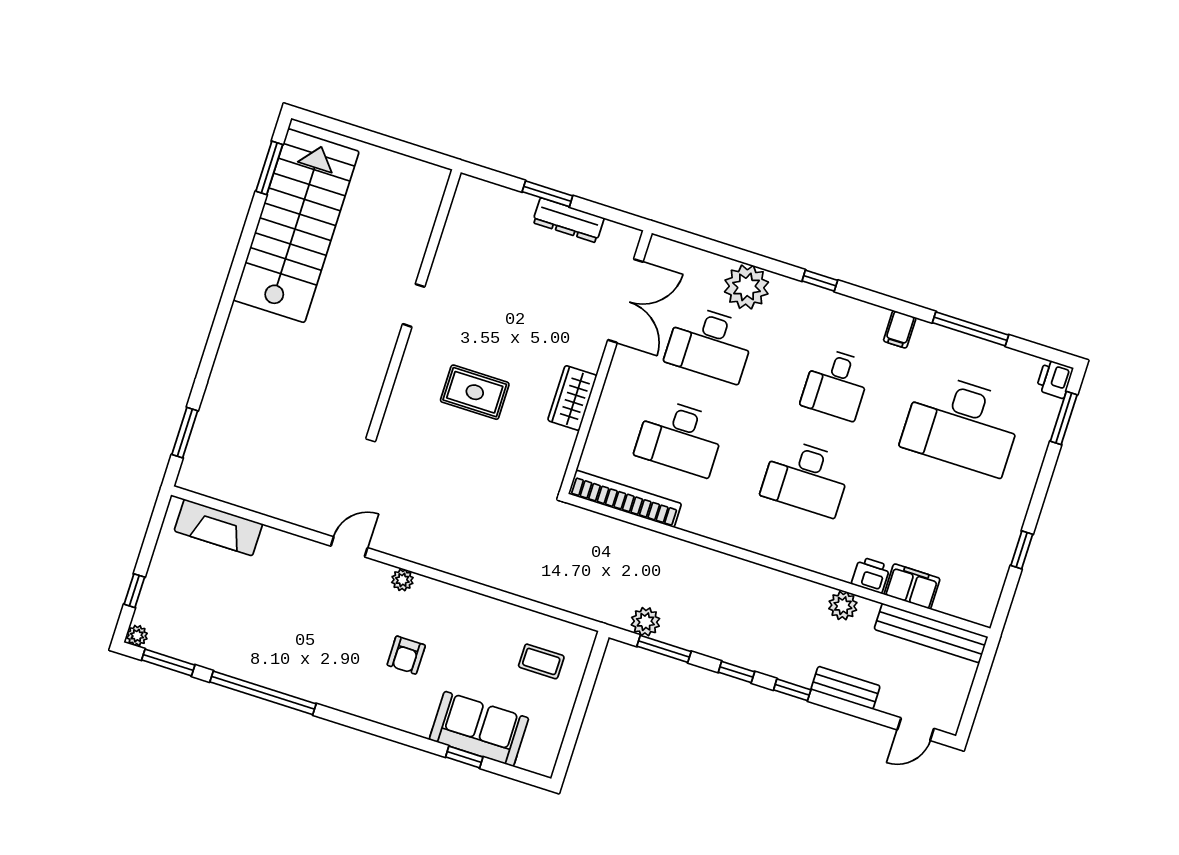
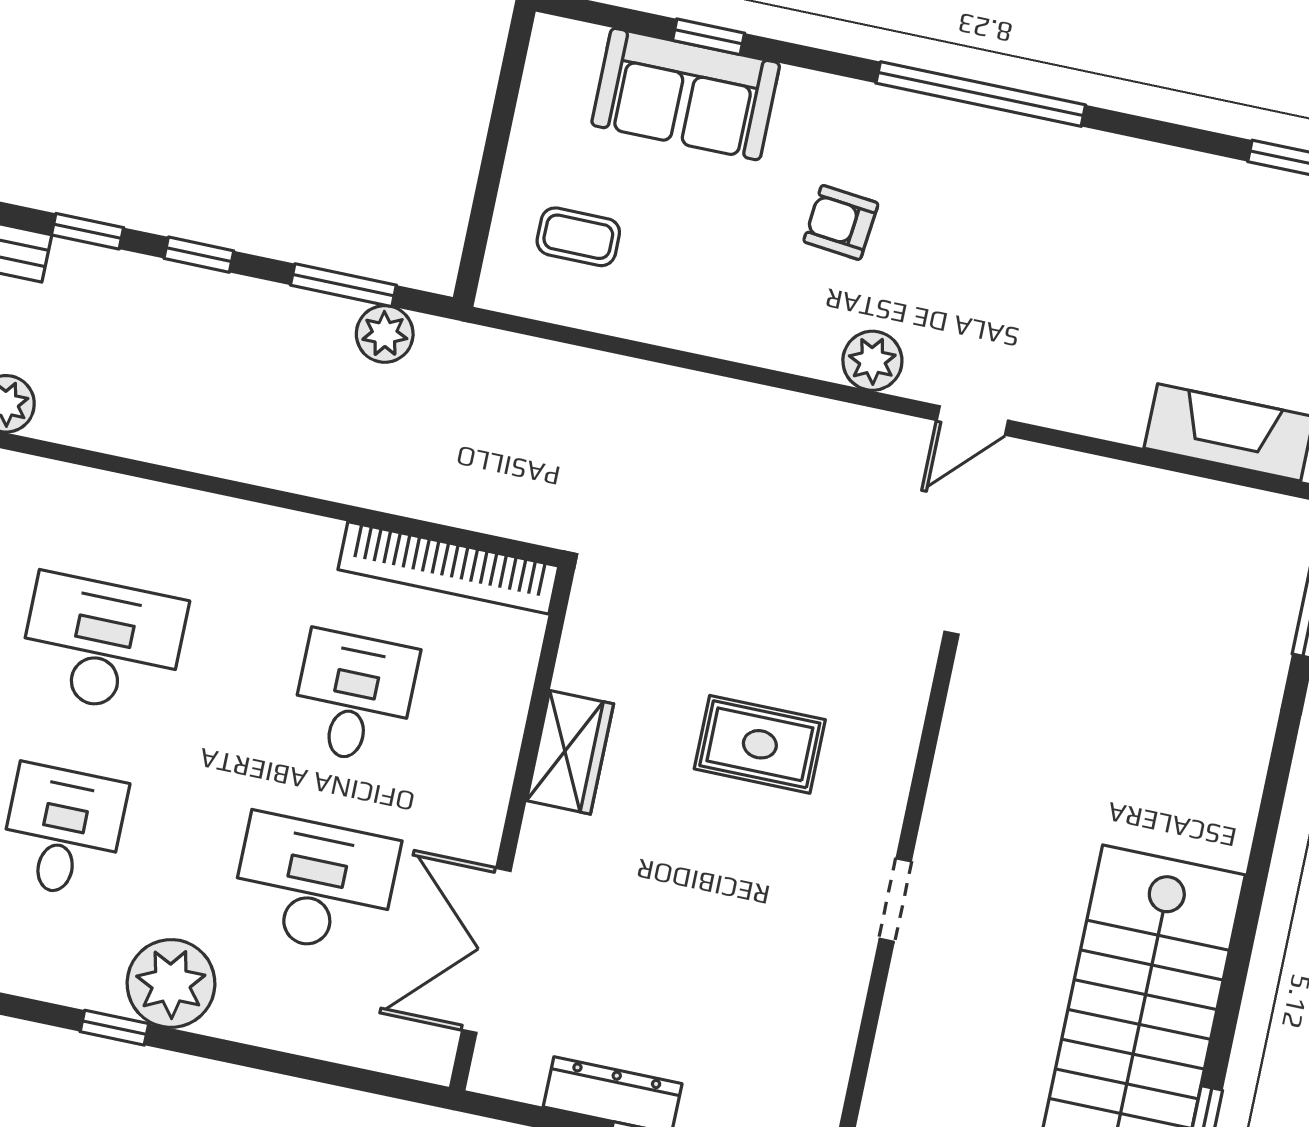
plant: (747, 287) -> (171, 983), moved
desk: (680, 437) -> (354, 697), width x0.73
plant: (402, 580) -> (872, 361), width x1.38, depth x1.38
armchair: (406, 655) -> (841, 222), turned -84
window: (263, 693) -> (981, 94), moved

